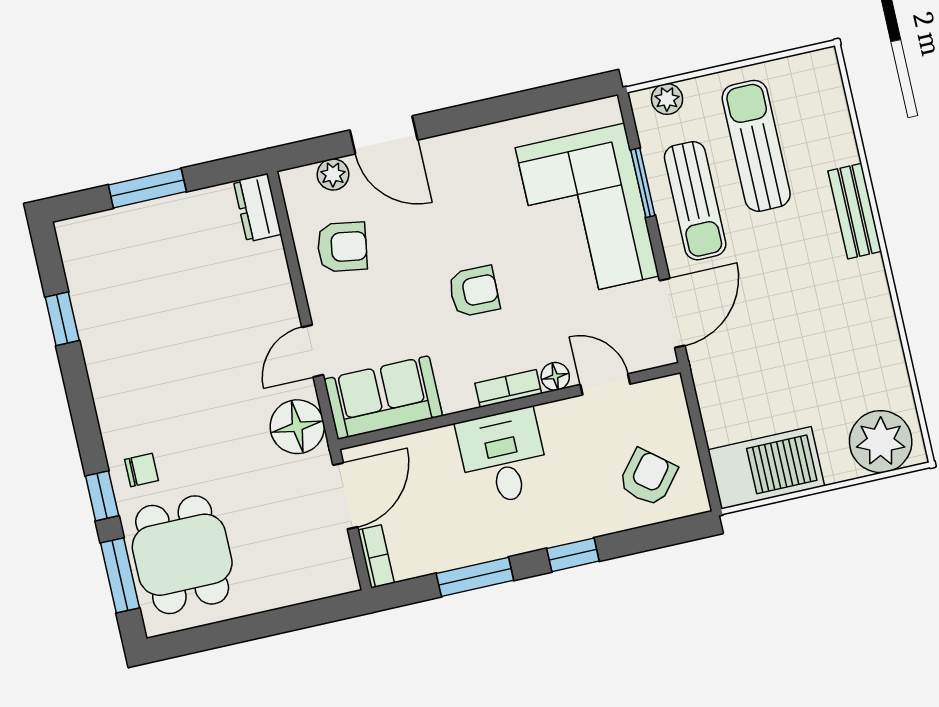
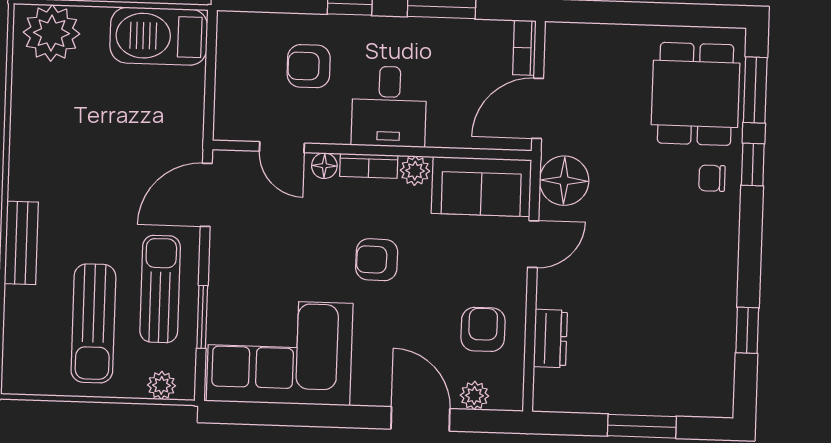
dresser: (257, 208) -> (550, 339), moved
corner sofa: (587, 212) -> (280, 352), moved, turned -90
armchair: (342, 247) -> (483, 329), turned 81
plant: (458, 396) -> (415, 171), added
armchair: (648, 477) -> (309, 66), moved, turned 51

